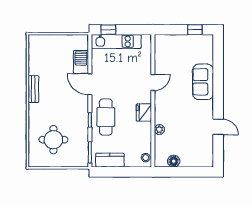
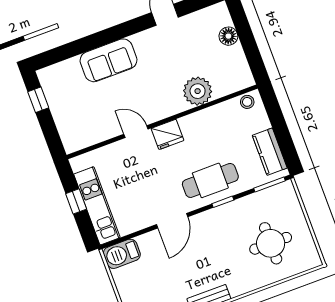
window: (108, 30) -> (76, 201), moved
barbecue: (81, 62) -> (122, 254), moved
fridge: (144, 112) -> (168, 134), moved
plant: (159, 130) -> (198, 91), width x1.87, depth x1.87
floor lamp: (174, 161) -> (228, 36), moved

